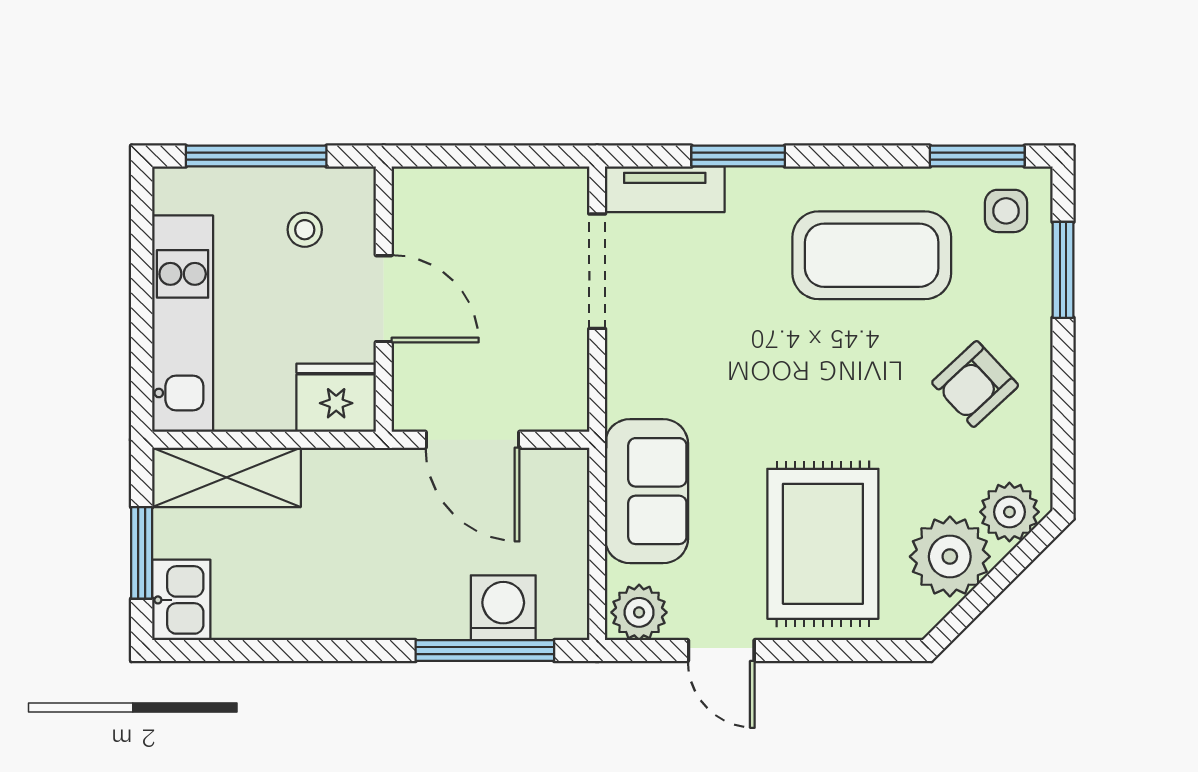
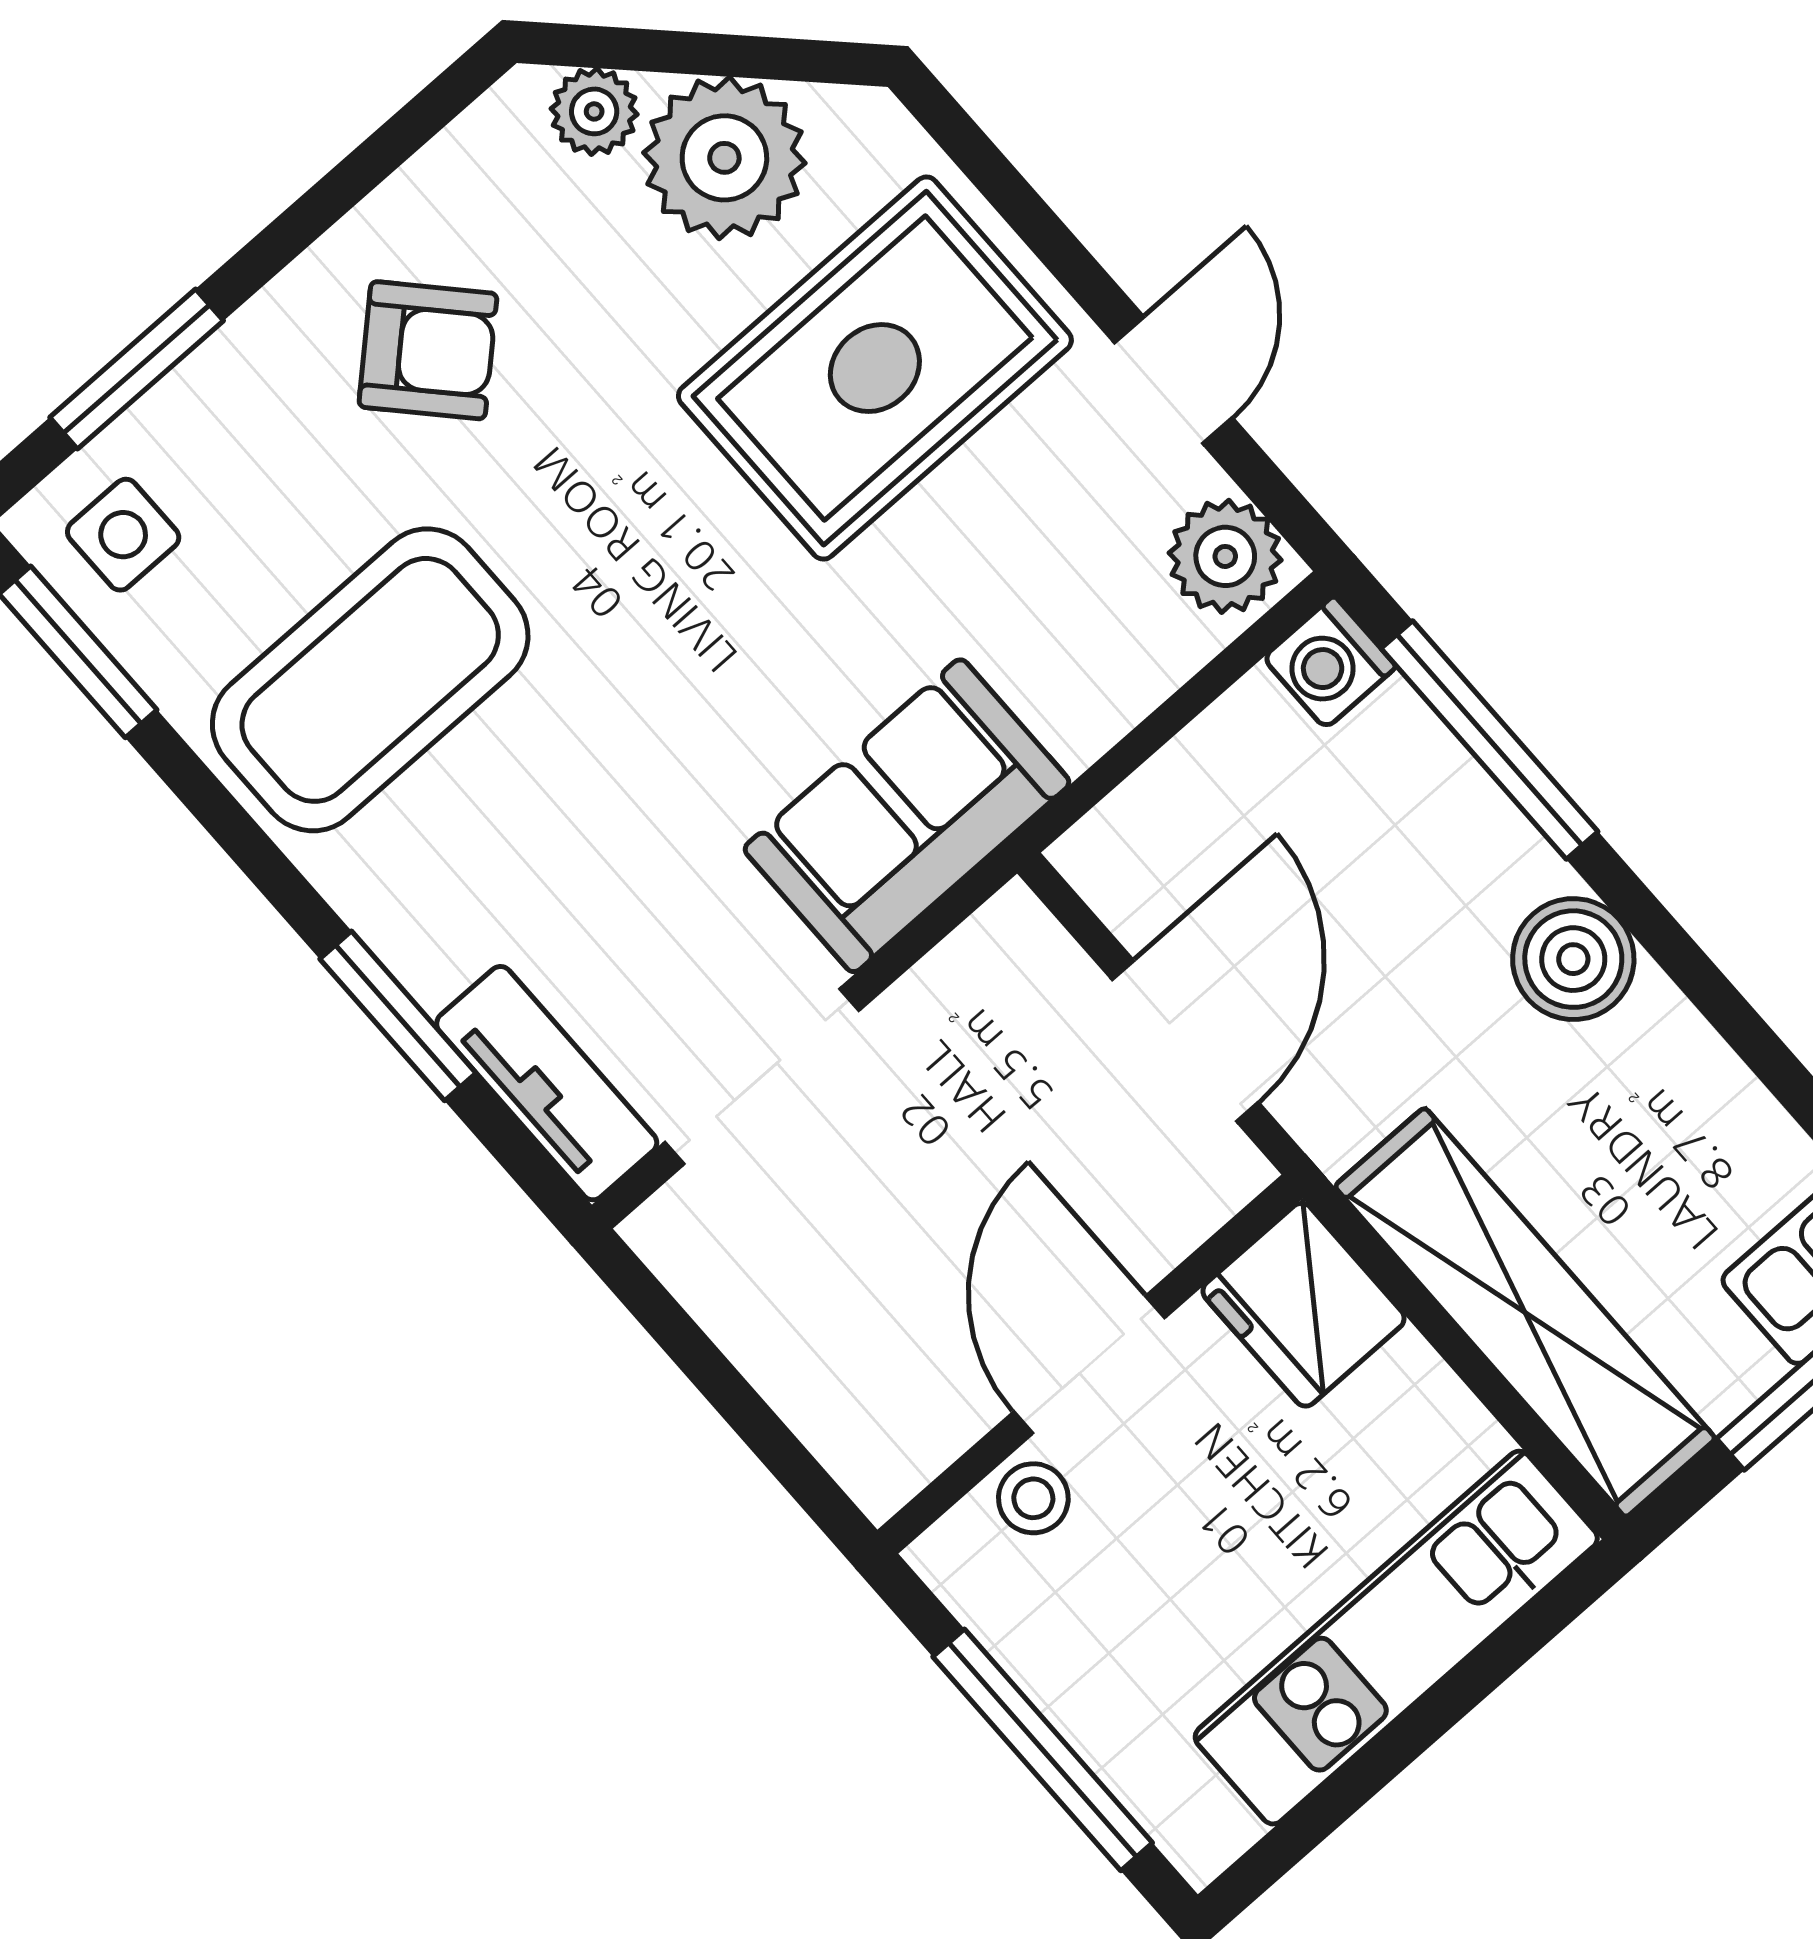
stool: (305, 230) -> (1033, 1498), moved
coffee table: (872, 255) -> (370, 680), turned 90
shelving: (226, 477) -> (1525, 1312), width x1.47
sofa: (647, 491) -> (907, 816), moved
plant: (1009, 512) -> (594, 111), width x0.73, depth x0.73
washing machine: (503, 608) -> (1330, 662), moved, width x0.73, depth x0.73
boiler: (376, 610) -> (1573, 959), added

